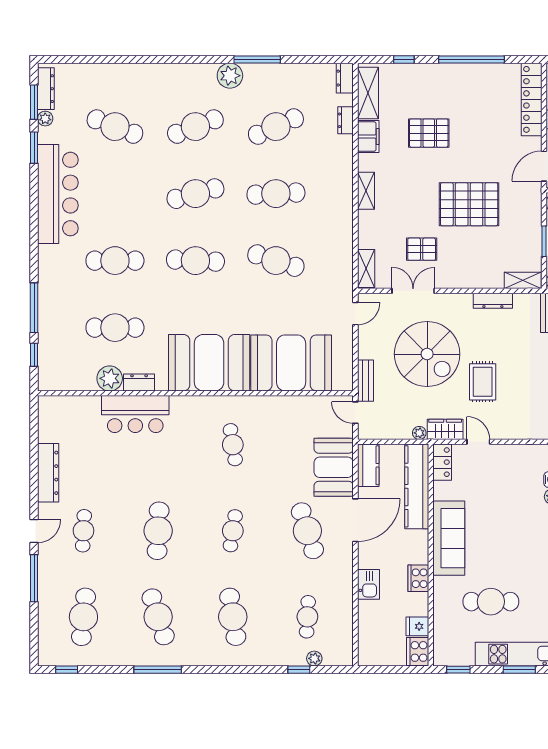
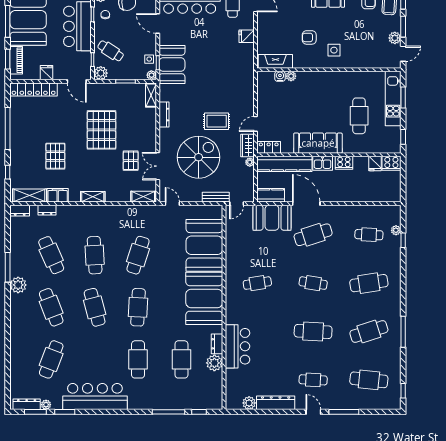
plant: (48, 432) -> (249, 403), added
kitchen sink: (368, 584) -> (323, 163), moved, turned 180

